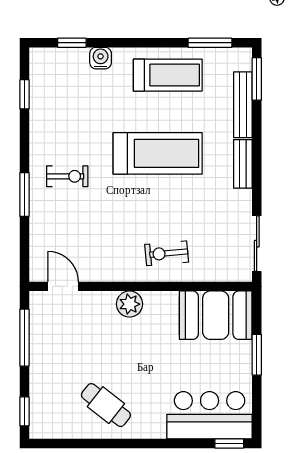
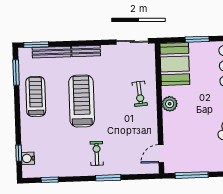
water cooler: (101, 58) -> (28, 158), moved
plant: (130, 304) -> (170, 104), moved

